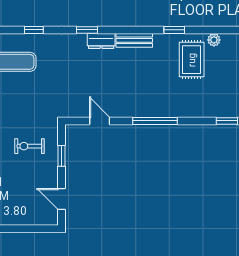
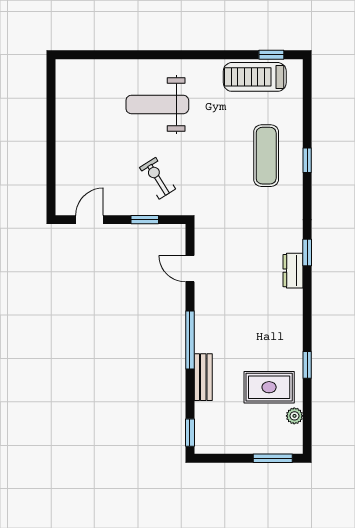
window: (34, 30) -> (307, 160), moved
bench: (134, 40) -> (203, 377), moved
door: (100, 121) -> (190, 269), swing flipped
exercise bike: (29, 146) -> (157, 178), turned -32

